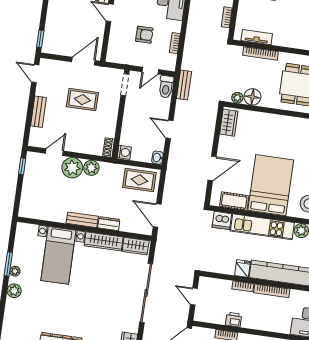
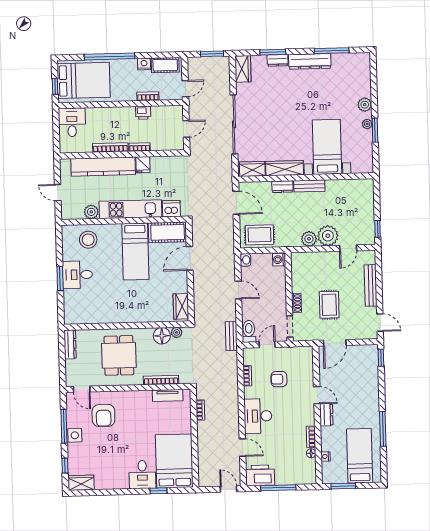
rug: (82, 100) -> (329, 305), turned 90
bench: (38, 112) -> (371, 285), width x1.36
shoe rack: (109, 148) -> (296, 303), moved
bed: (271, 185) -> (135, 252), width x0.67
cot: (234, 201) -> (168, 232), width x1.37, depth x1.34
door: (194, 297) -> (186, 129), hinge flipped

